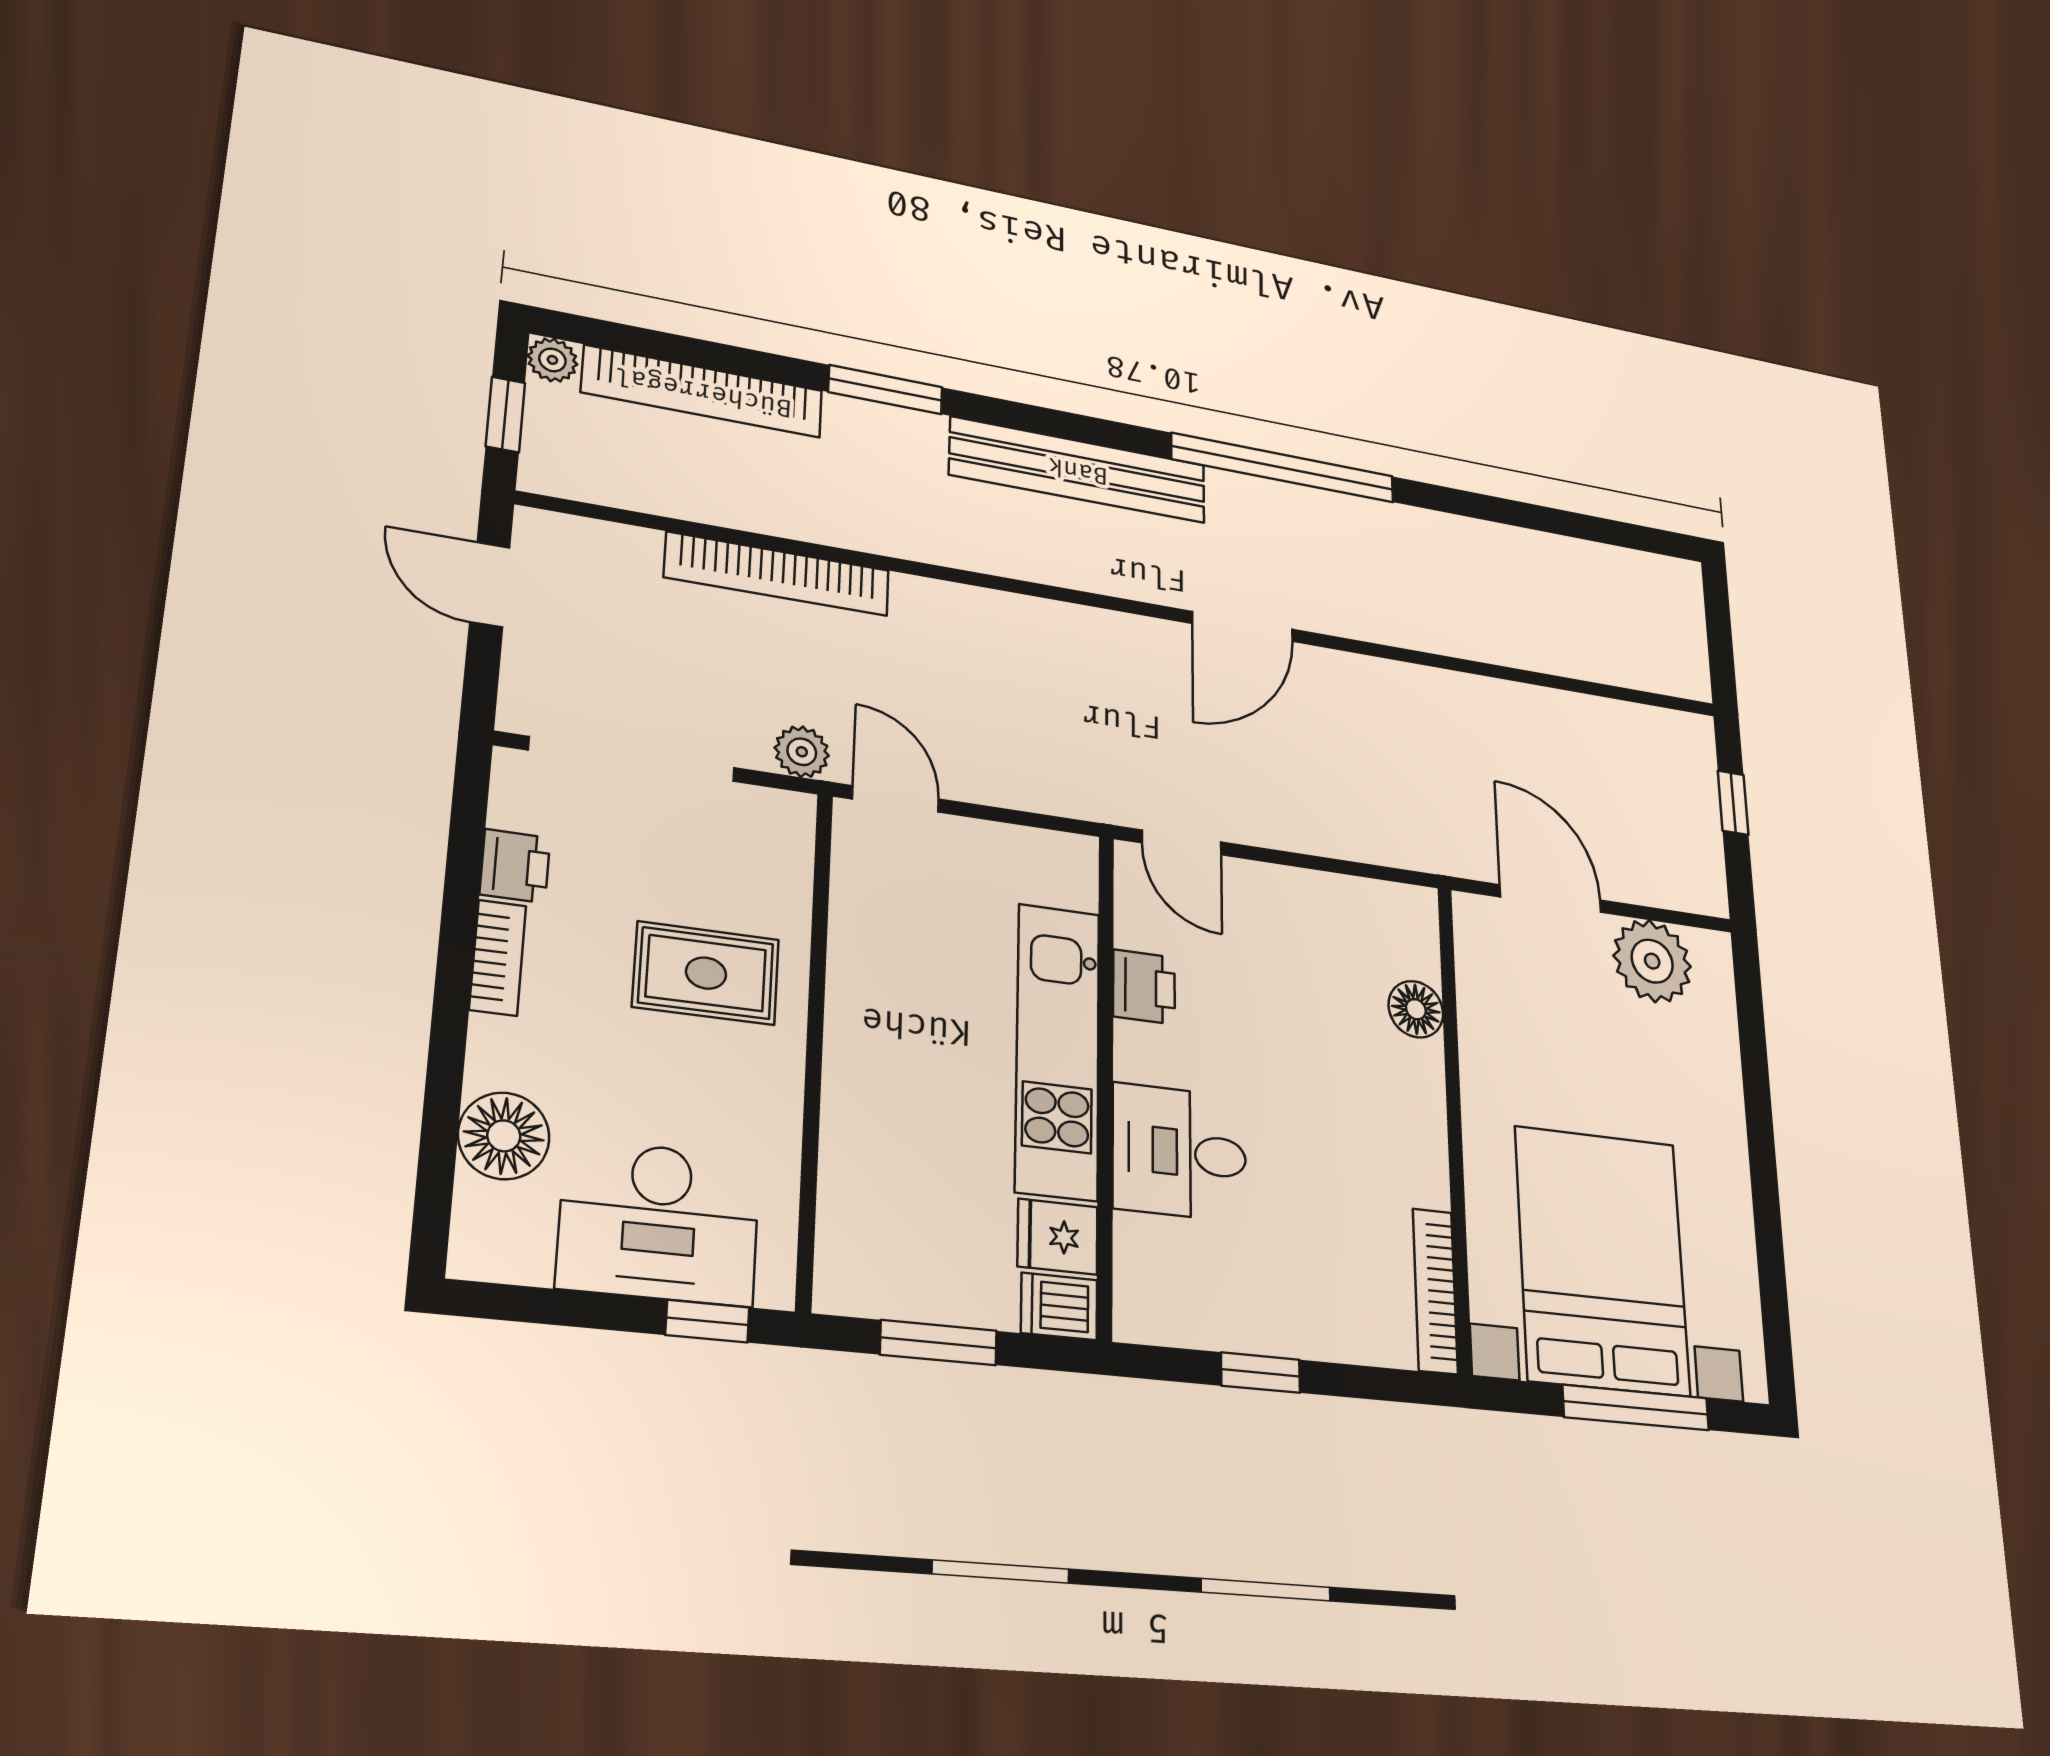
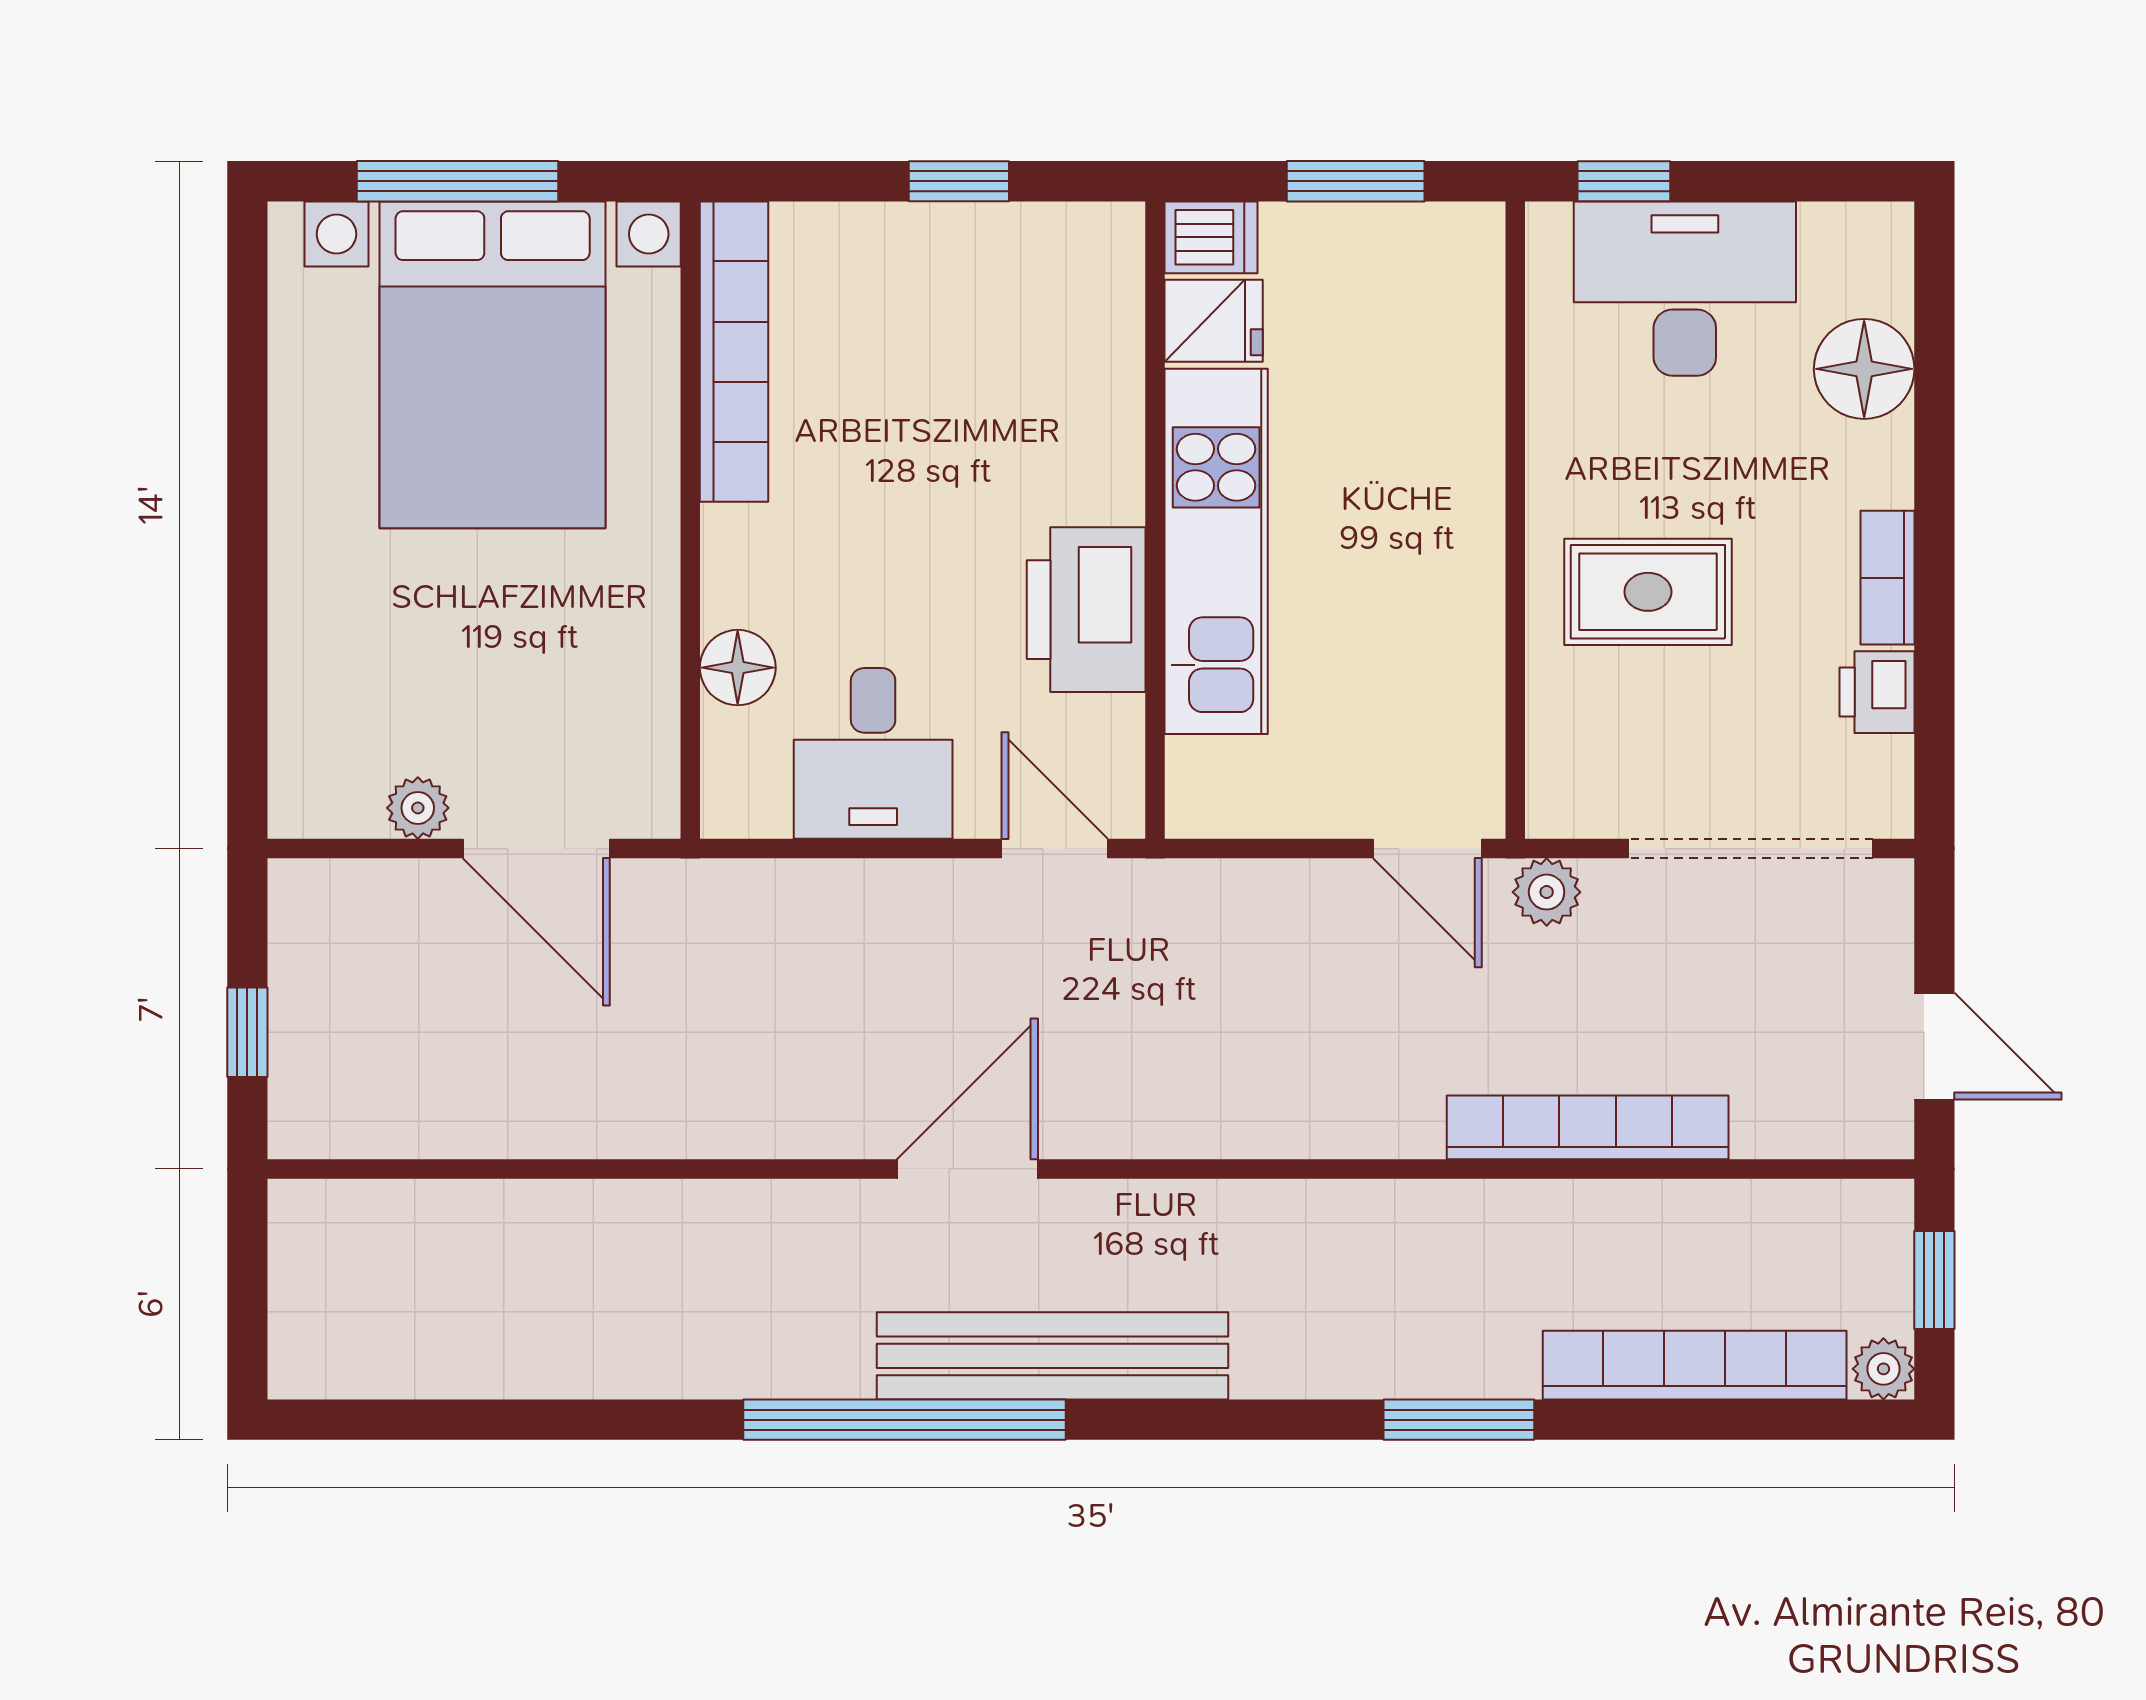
bench: (1078, 470) -> (1052, 1356), moved
plant: (1652, 961) -> (418, 808), width x0.53, depth x0.53
printer: (1144, 987) -> (1086, 610), width x1.87, depth x1.48
desk: (1179, 1152) -> (873, 753), moved, turned 90
bookcase: (1435, 1291) -> (734, 352), width x1.48, depth x1.31

